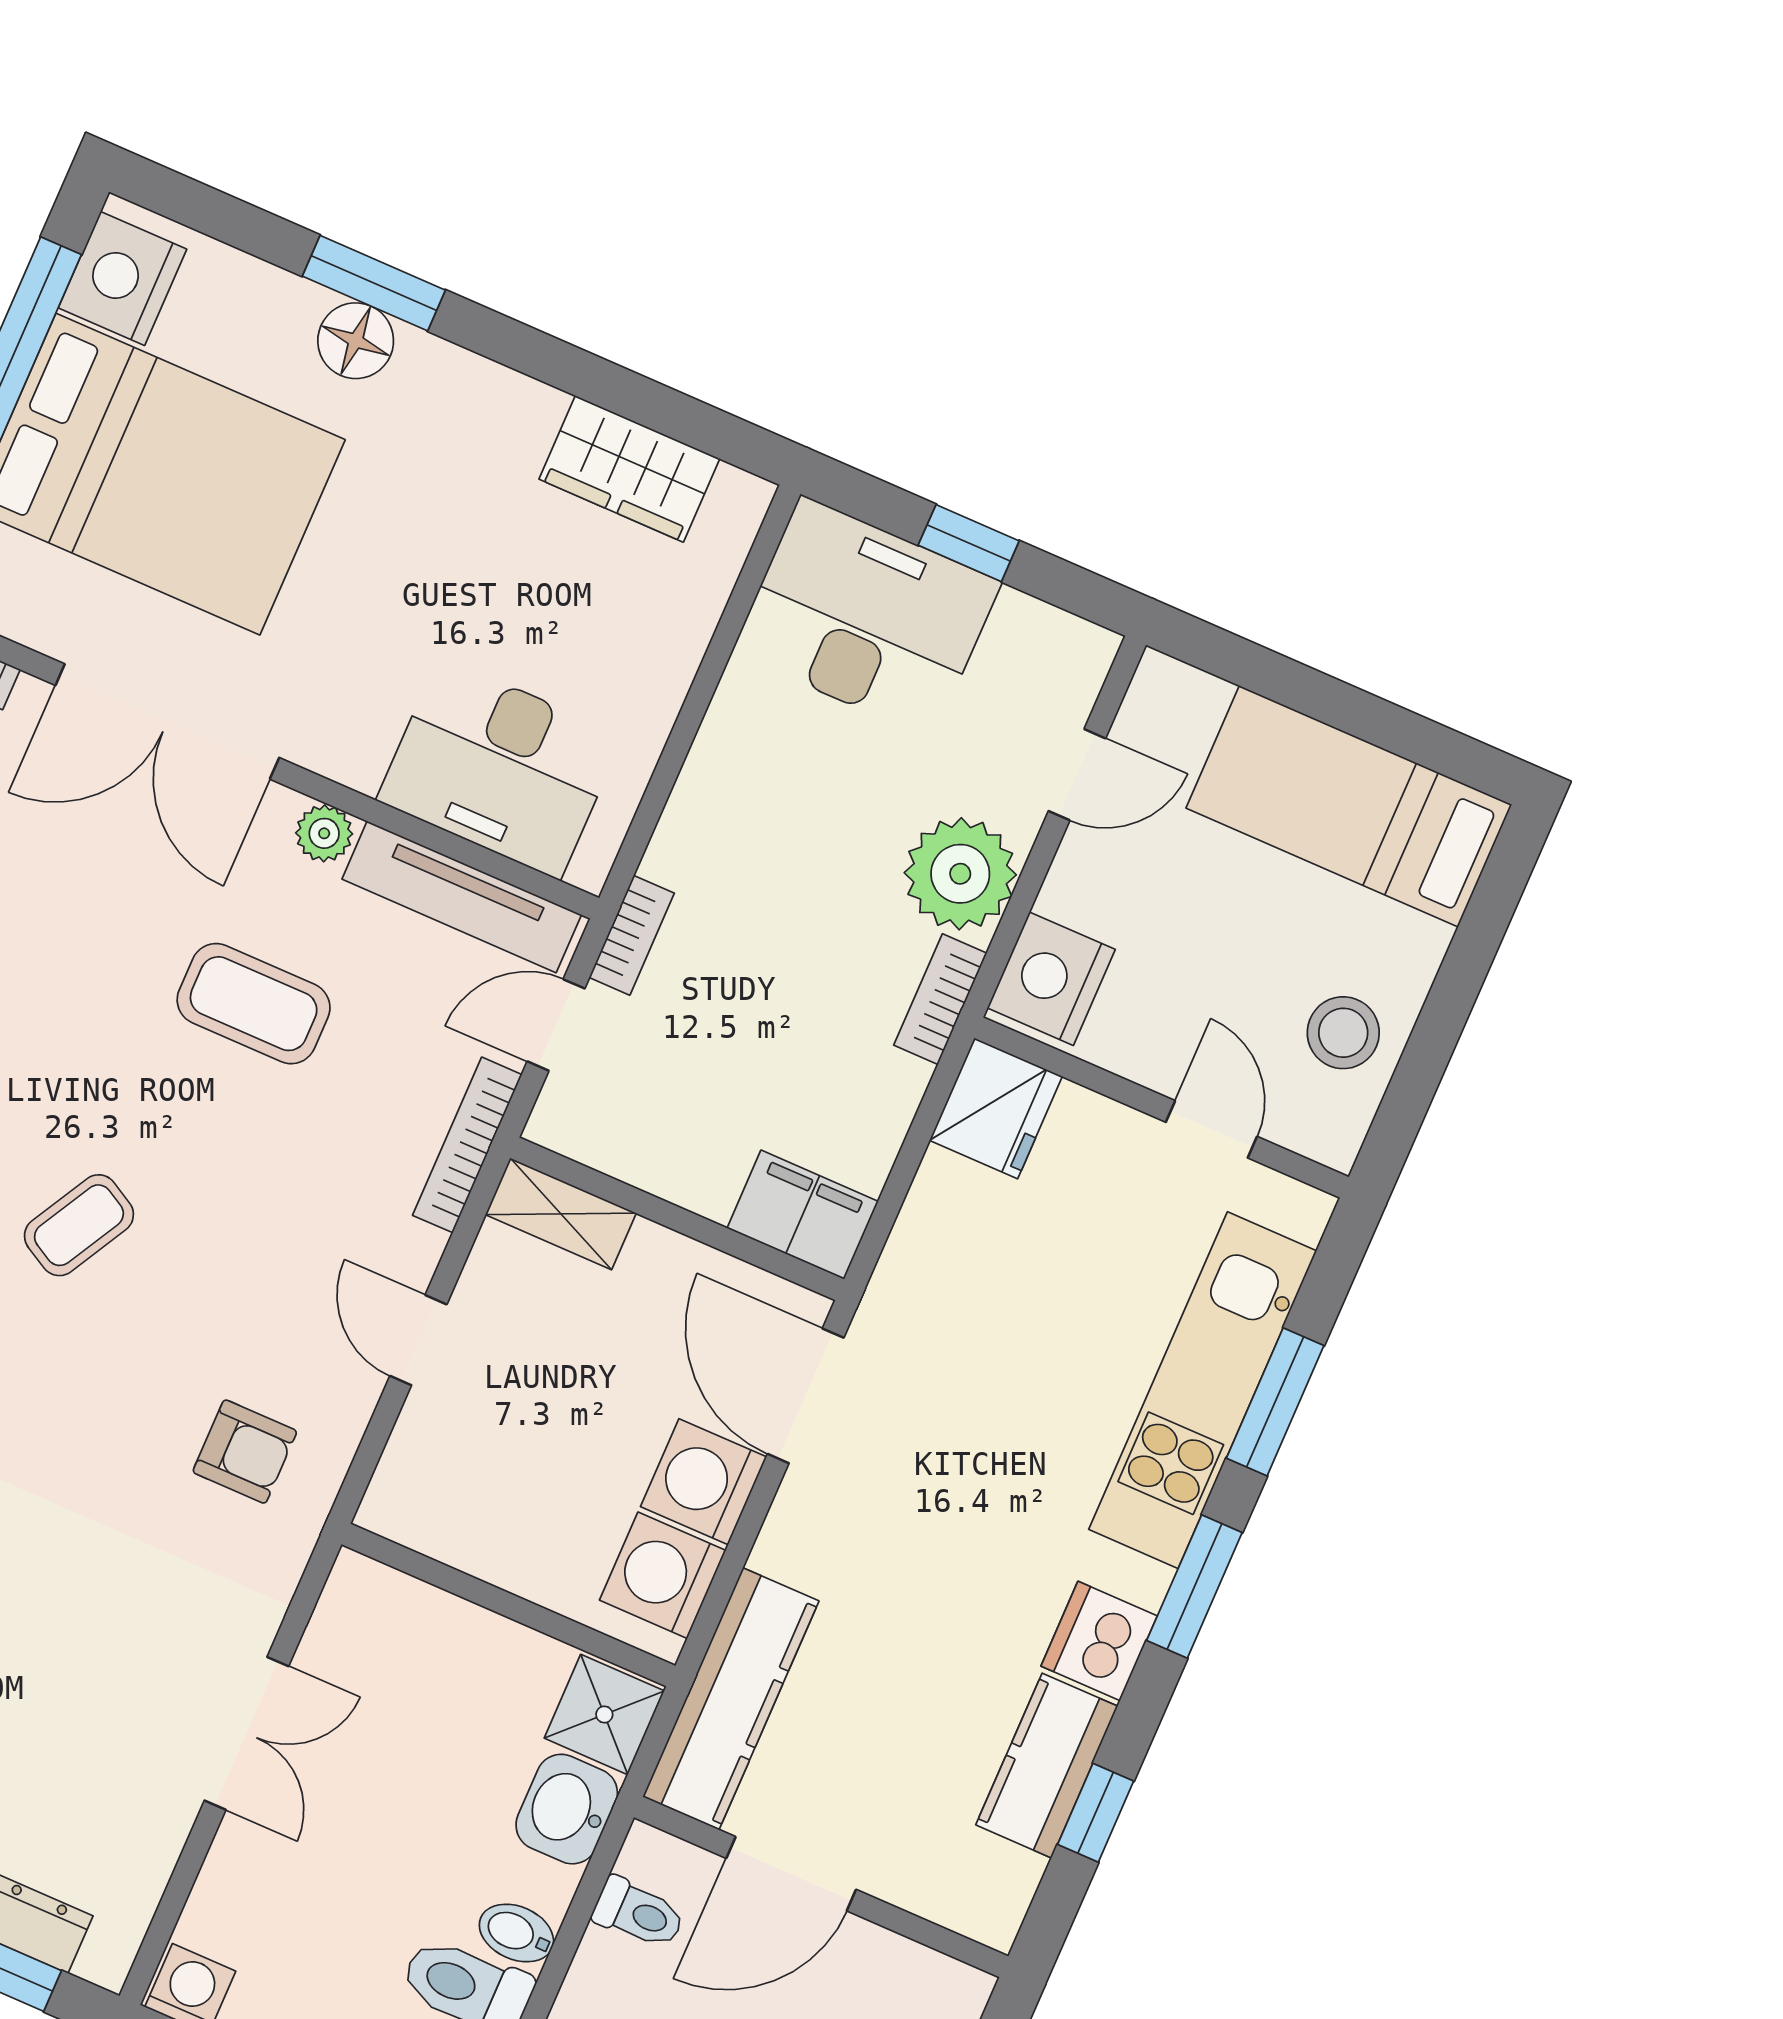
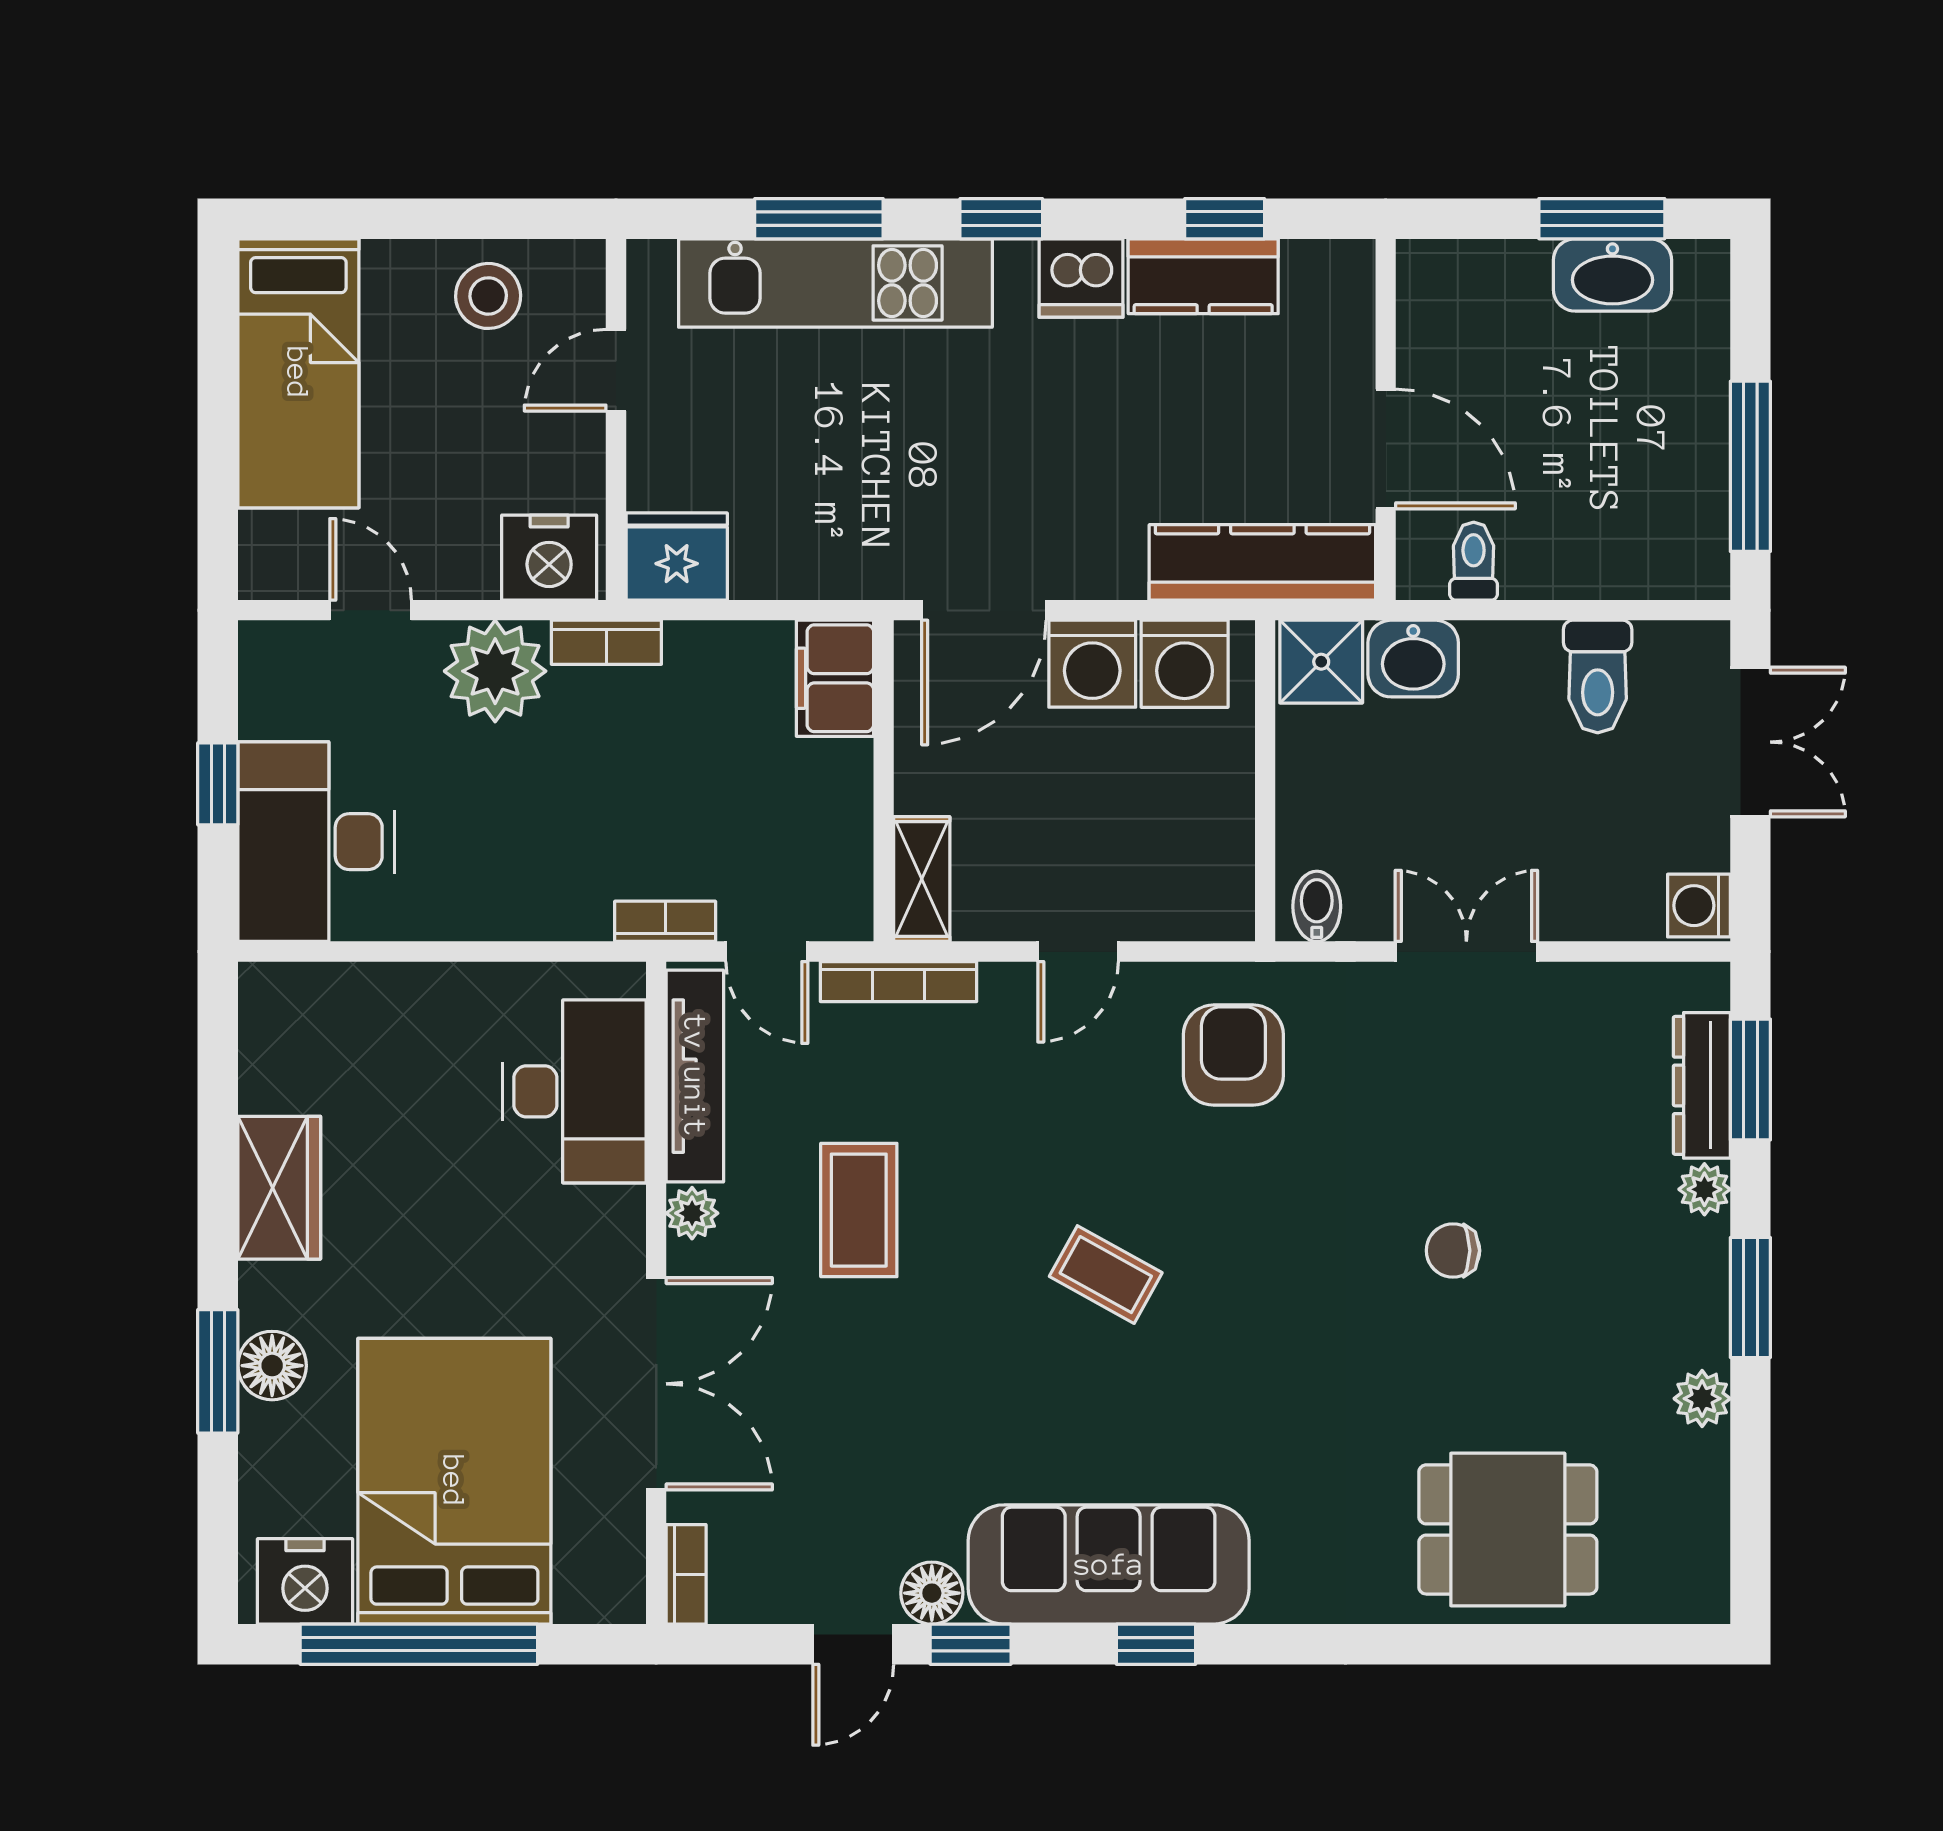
wardrobe: (629, 469) -> (279, 1188), moved
armchair: (245, 1452) -> (1233, 1055), width x1.38, depth x1.38
window: (1194, 1586) -> (1001, 219), width x0.67
bidet: (516, 1933) -> (1317, 906), moved, turned 180

